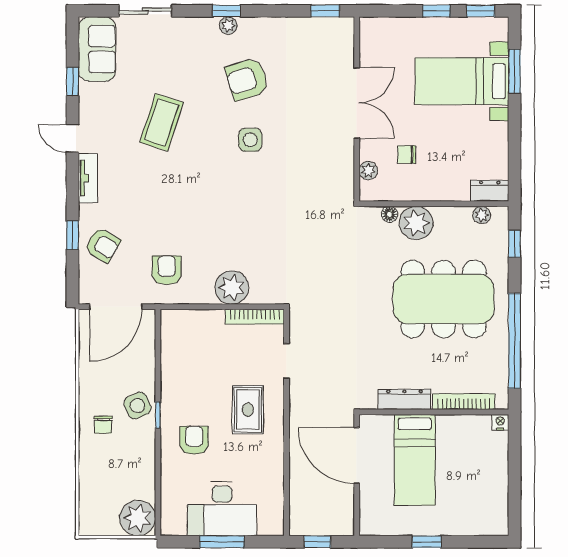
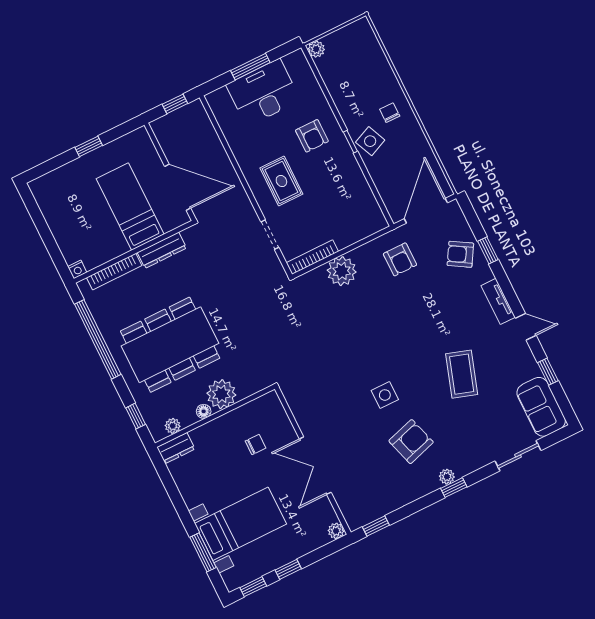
plant: (368, 171) -> (336, 531), moved
floor lamp: (389, 214) -> (204, 411), moved
plant: (138, 518) -> (316, 49), width x0.53, depth x0.53

